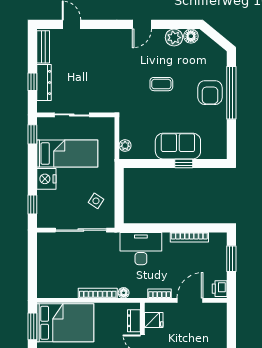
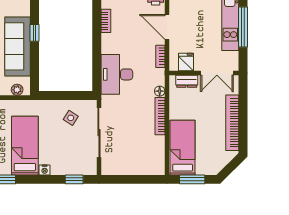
sofa: (178, 146) -> (18, 46), width x1.36
nightstand: (46, 179) -> (45, 170), width x0.53, depth x0.56
bookcase: (189, 237) -> (106, 21), width x0.64
bed: (65, 323) -> (183, 148), width x0.67

